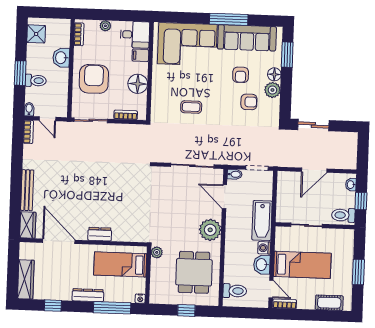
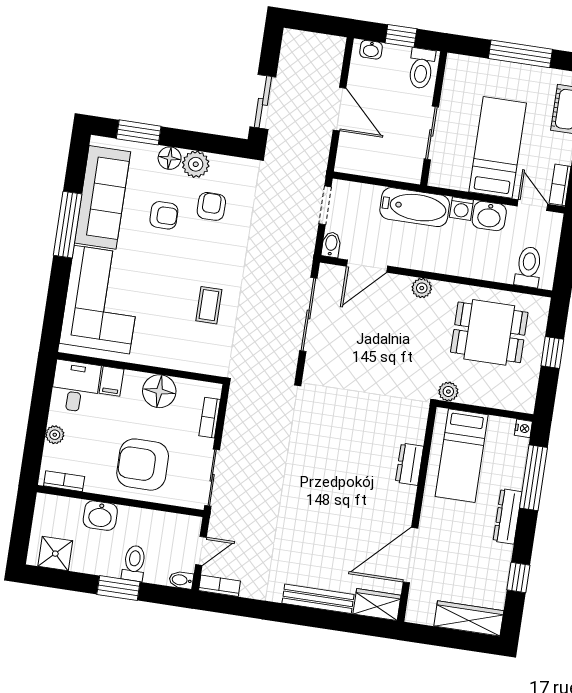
plant: (210, 230) -> (422, 288), width x0.53, depth x0.53
dresser: (100, 234) -> (409, 464), moved
window: (358, 272) -> (520, 54), width x1.44
door: (271, 289) -> (532, 205), hinge flipped

